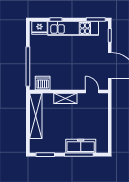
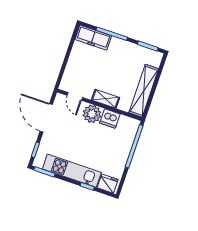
plant: (73, 82) -> (92, 114), added
dishwasher: (43, 83) -> (110, 118), moved
freezer: (81, 146) -> (93, 38), moved

